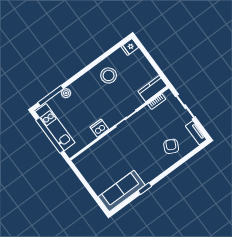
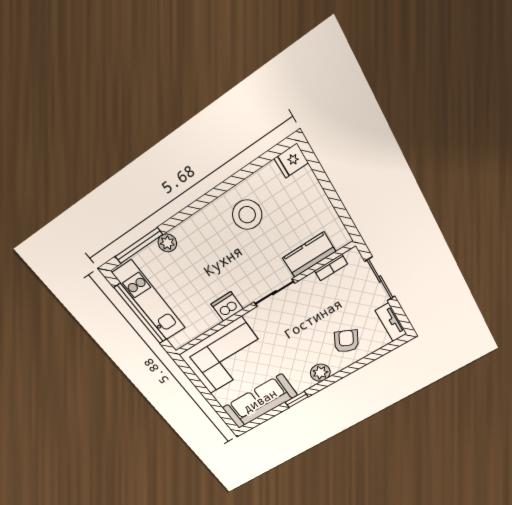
kitchen counter: (153, 89) -> (309, 255), moved
corner sofa: (99, 160) -> (225, 356), added
plant: (158, 169) -> (320, 373), added

